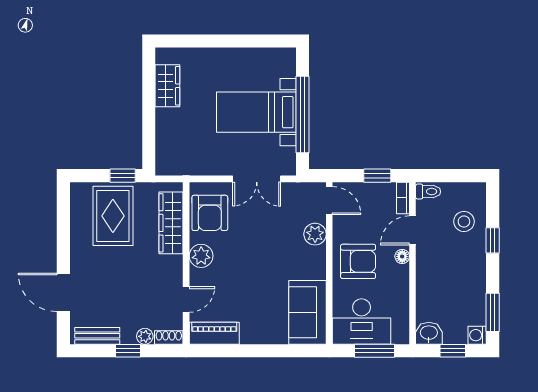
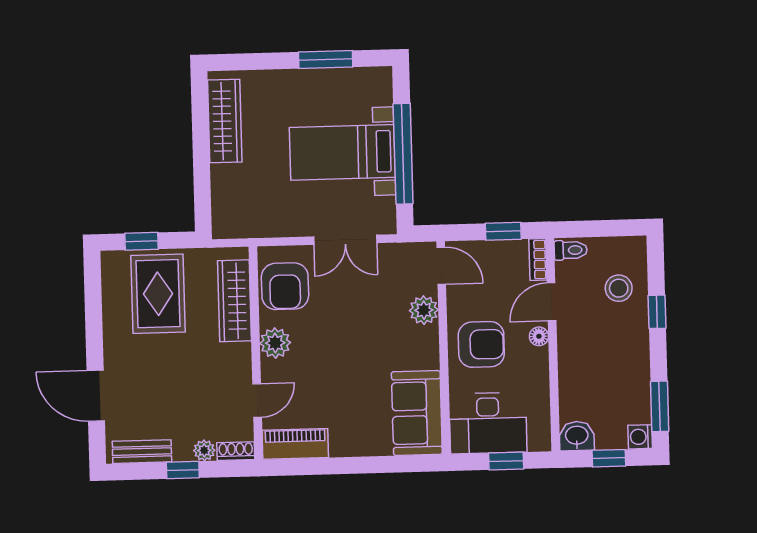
window: (246, 41) -> (326, 60), added
wardrobe: (167, 86) -> (225, 121), width x1.50
window: (123, 176) -> (141, 241), moved
window: (375, 351) -> (506, 461), width x0.67

